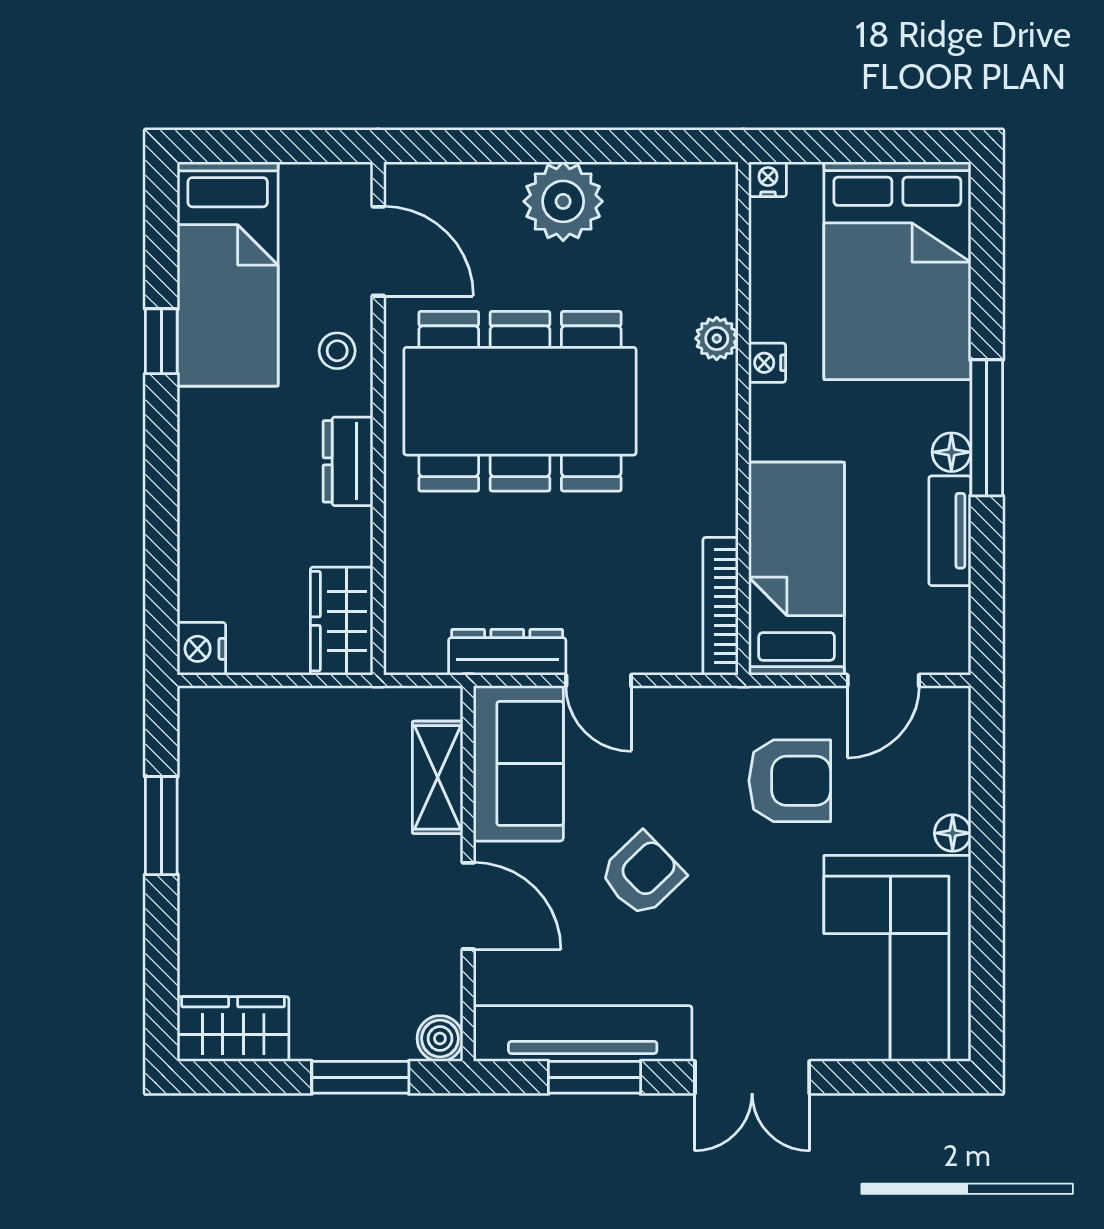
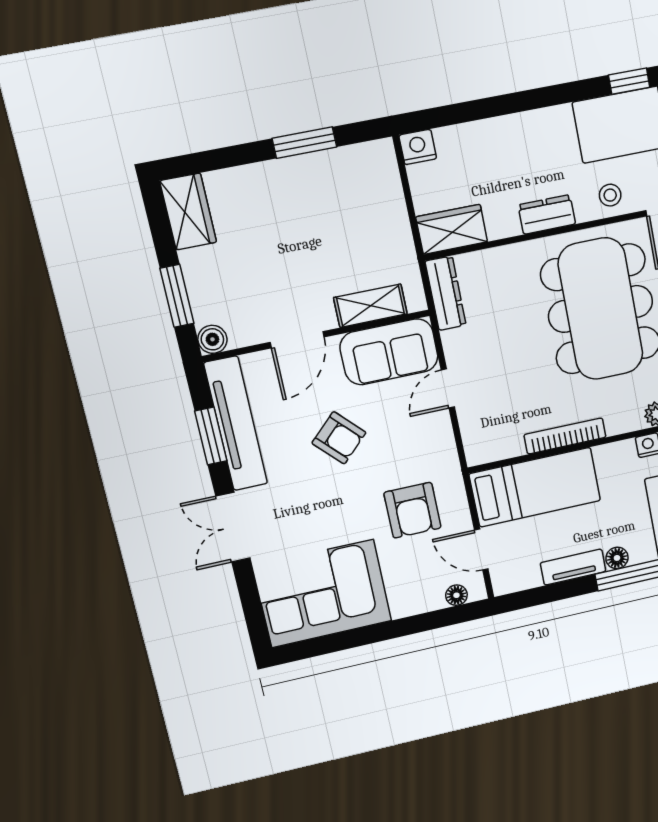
window: (161, 341) -> (629, 81), moved
bookcase: (720, 606) -> (565, 436), moved
dresser: (507, 652) -> (446, 293), moved
floor lamp: (953, 833) -> (456, 595), moved

